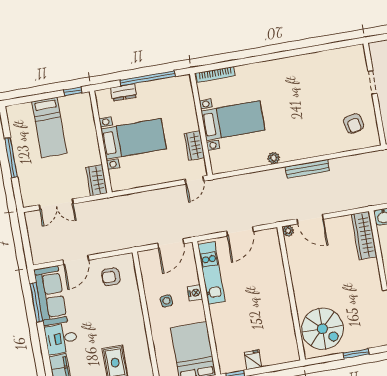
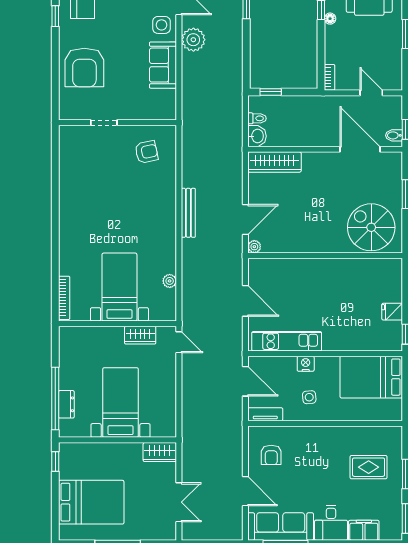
window: (148, 78) -> (55, 399), moved
bed: (49, 127) -> (91, 502), width x1.50
plant: (274, 158) -> (170, 281), moved
tv unit: (145, 266) -> (265, 414), added
spiral stairs: (322, 329) -> (371, 227), turned -90

